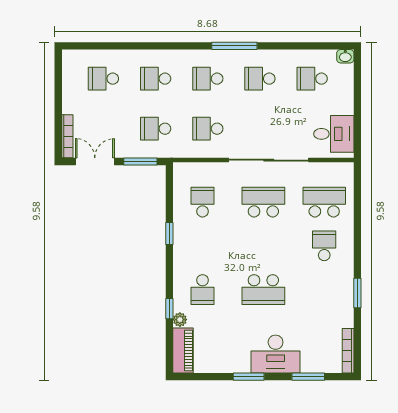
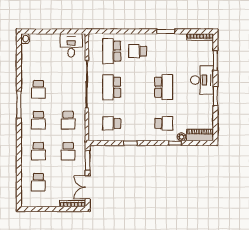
school desk: (312, 79) -> (38, 58), removed

